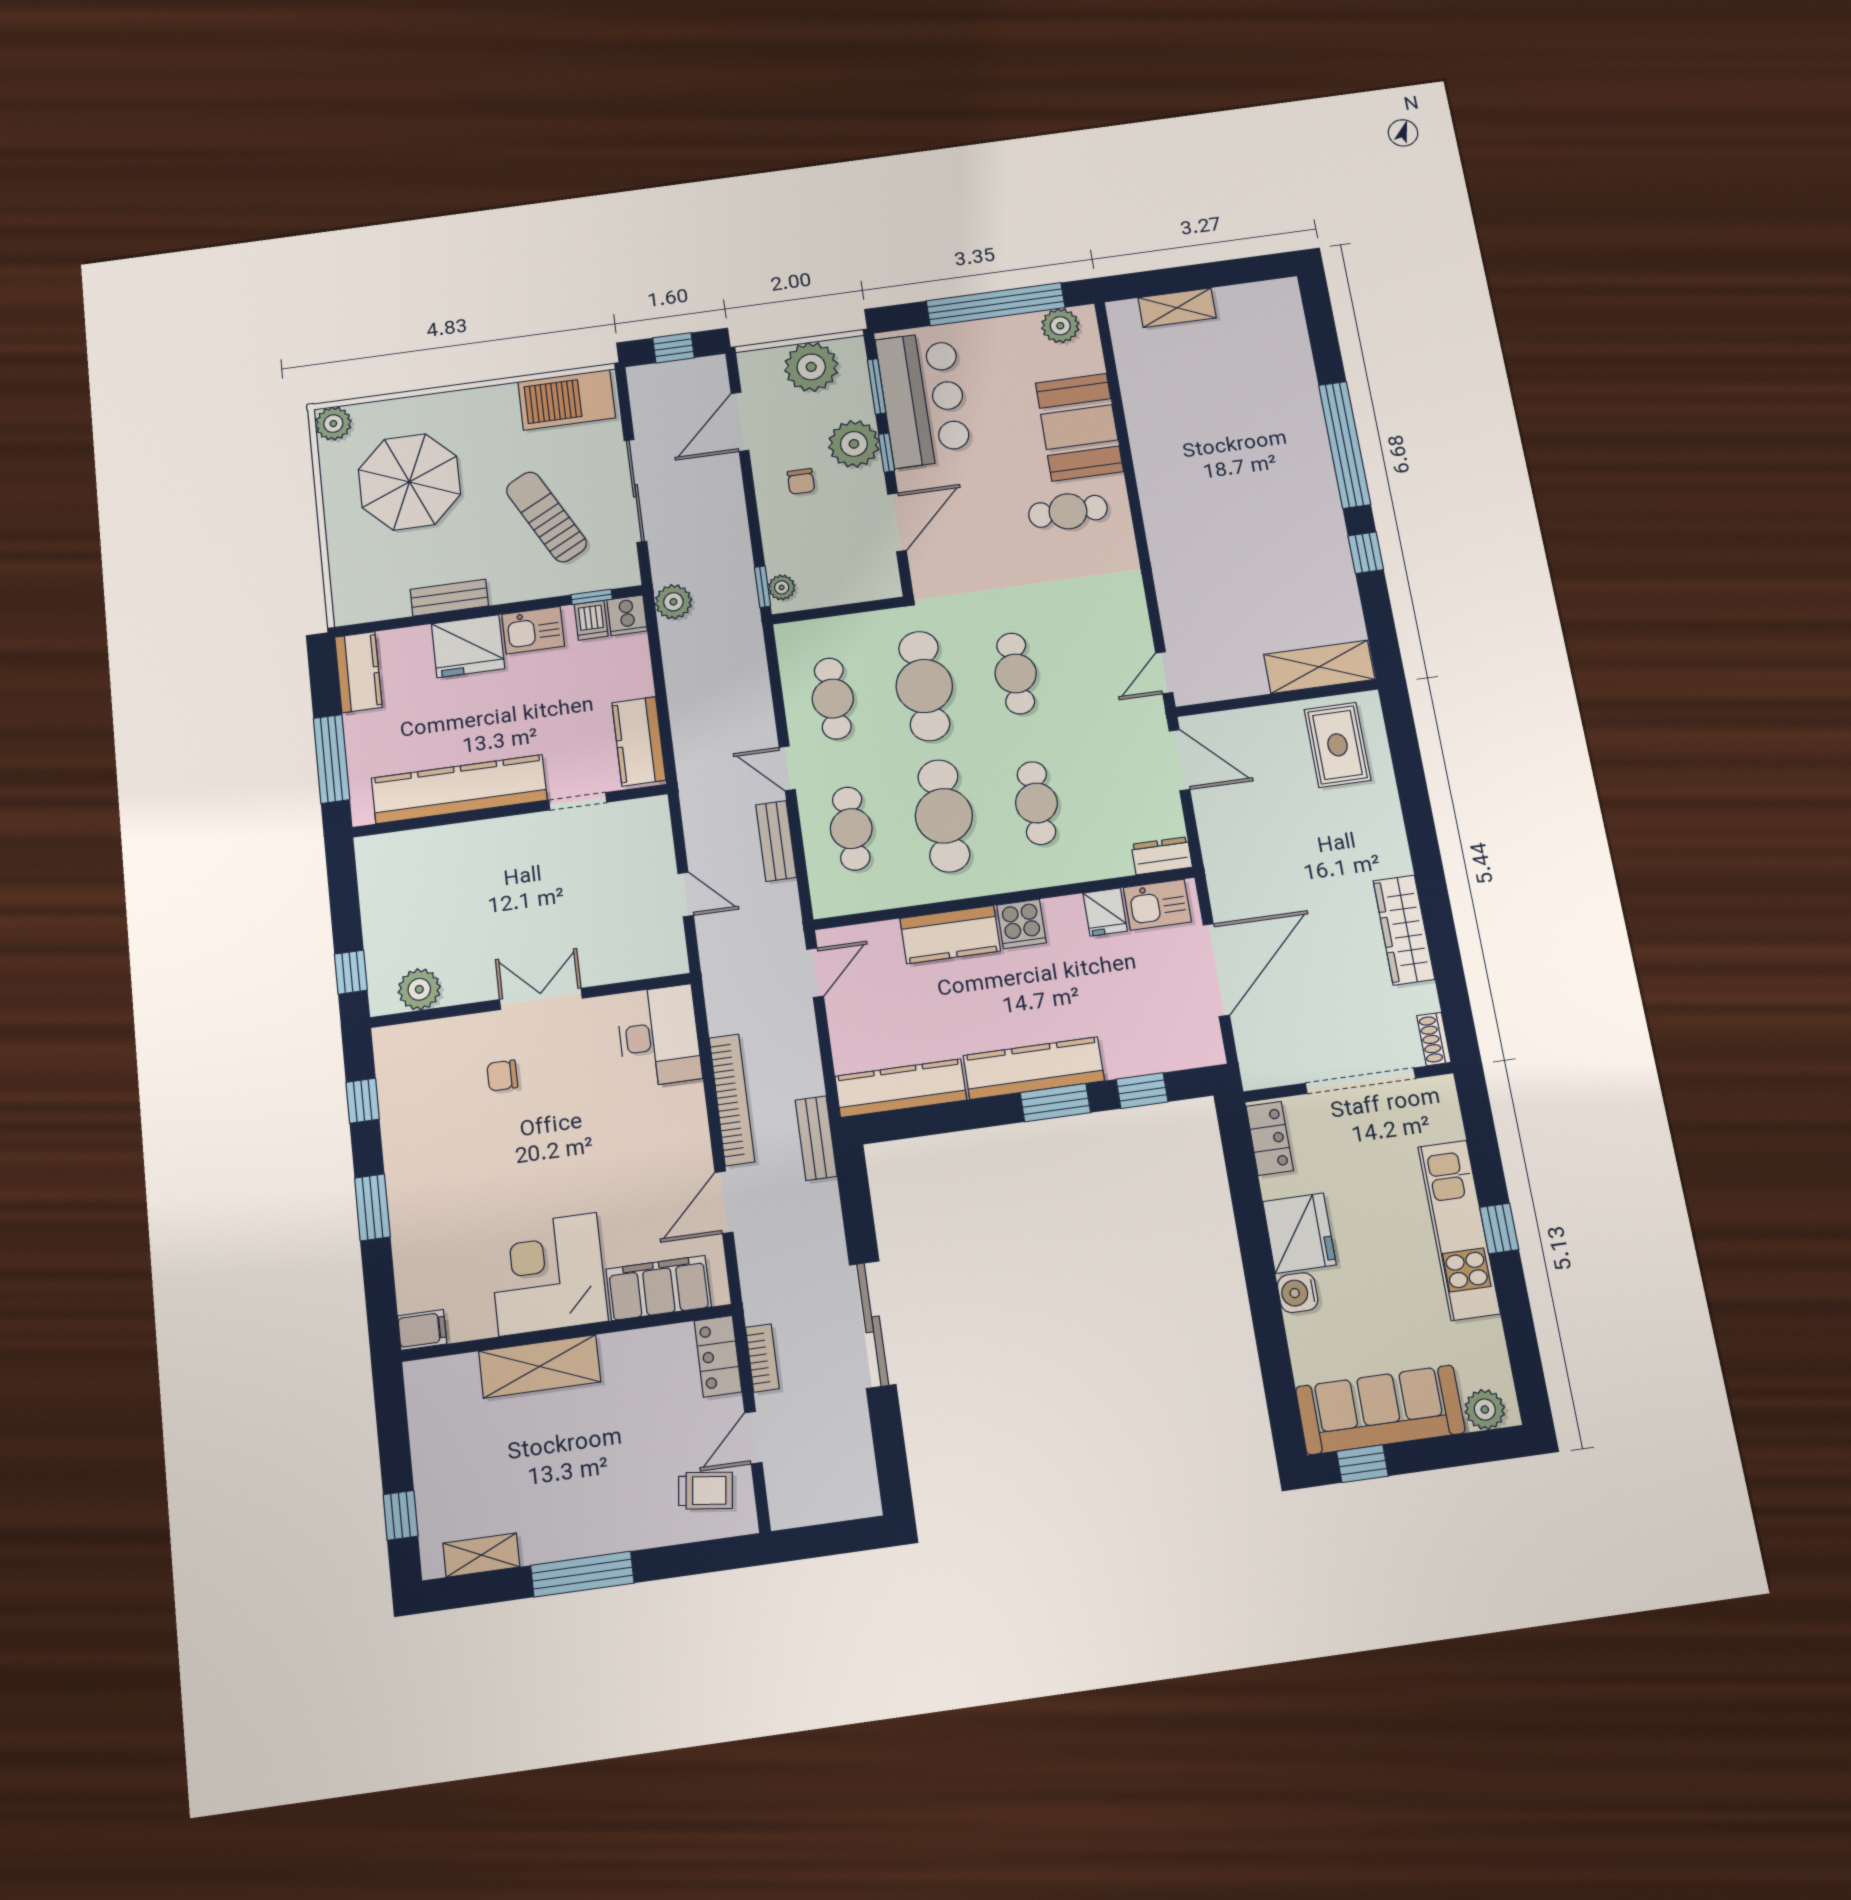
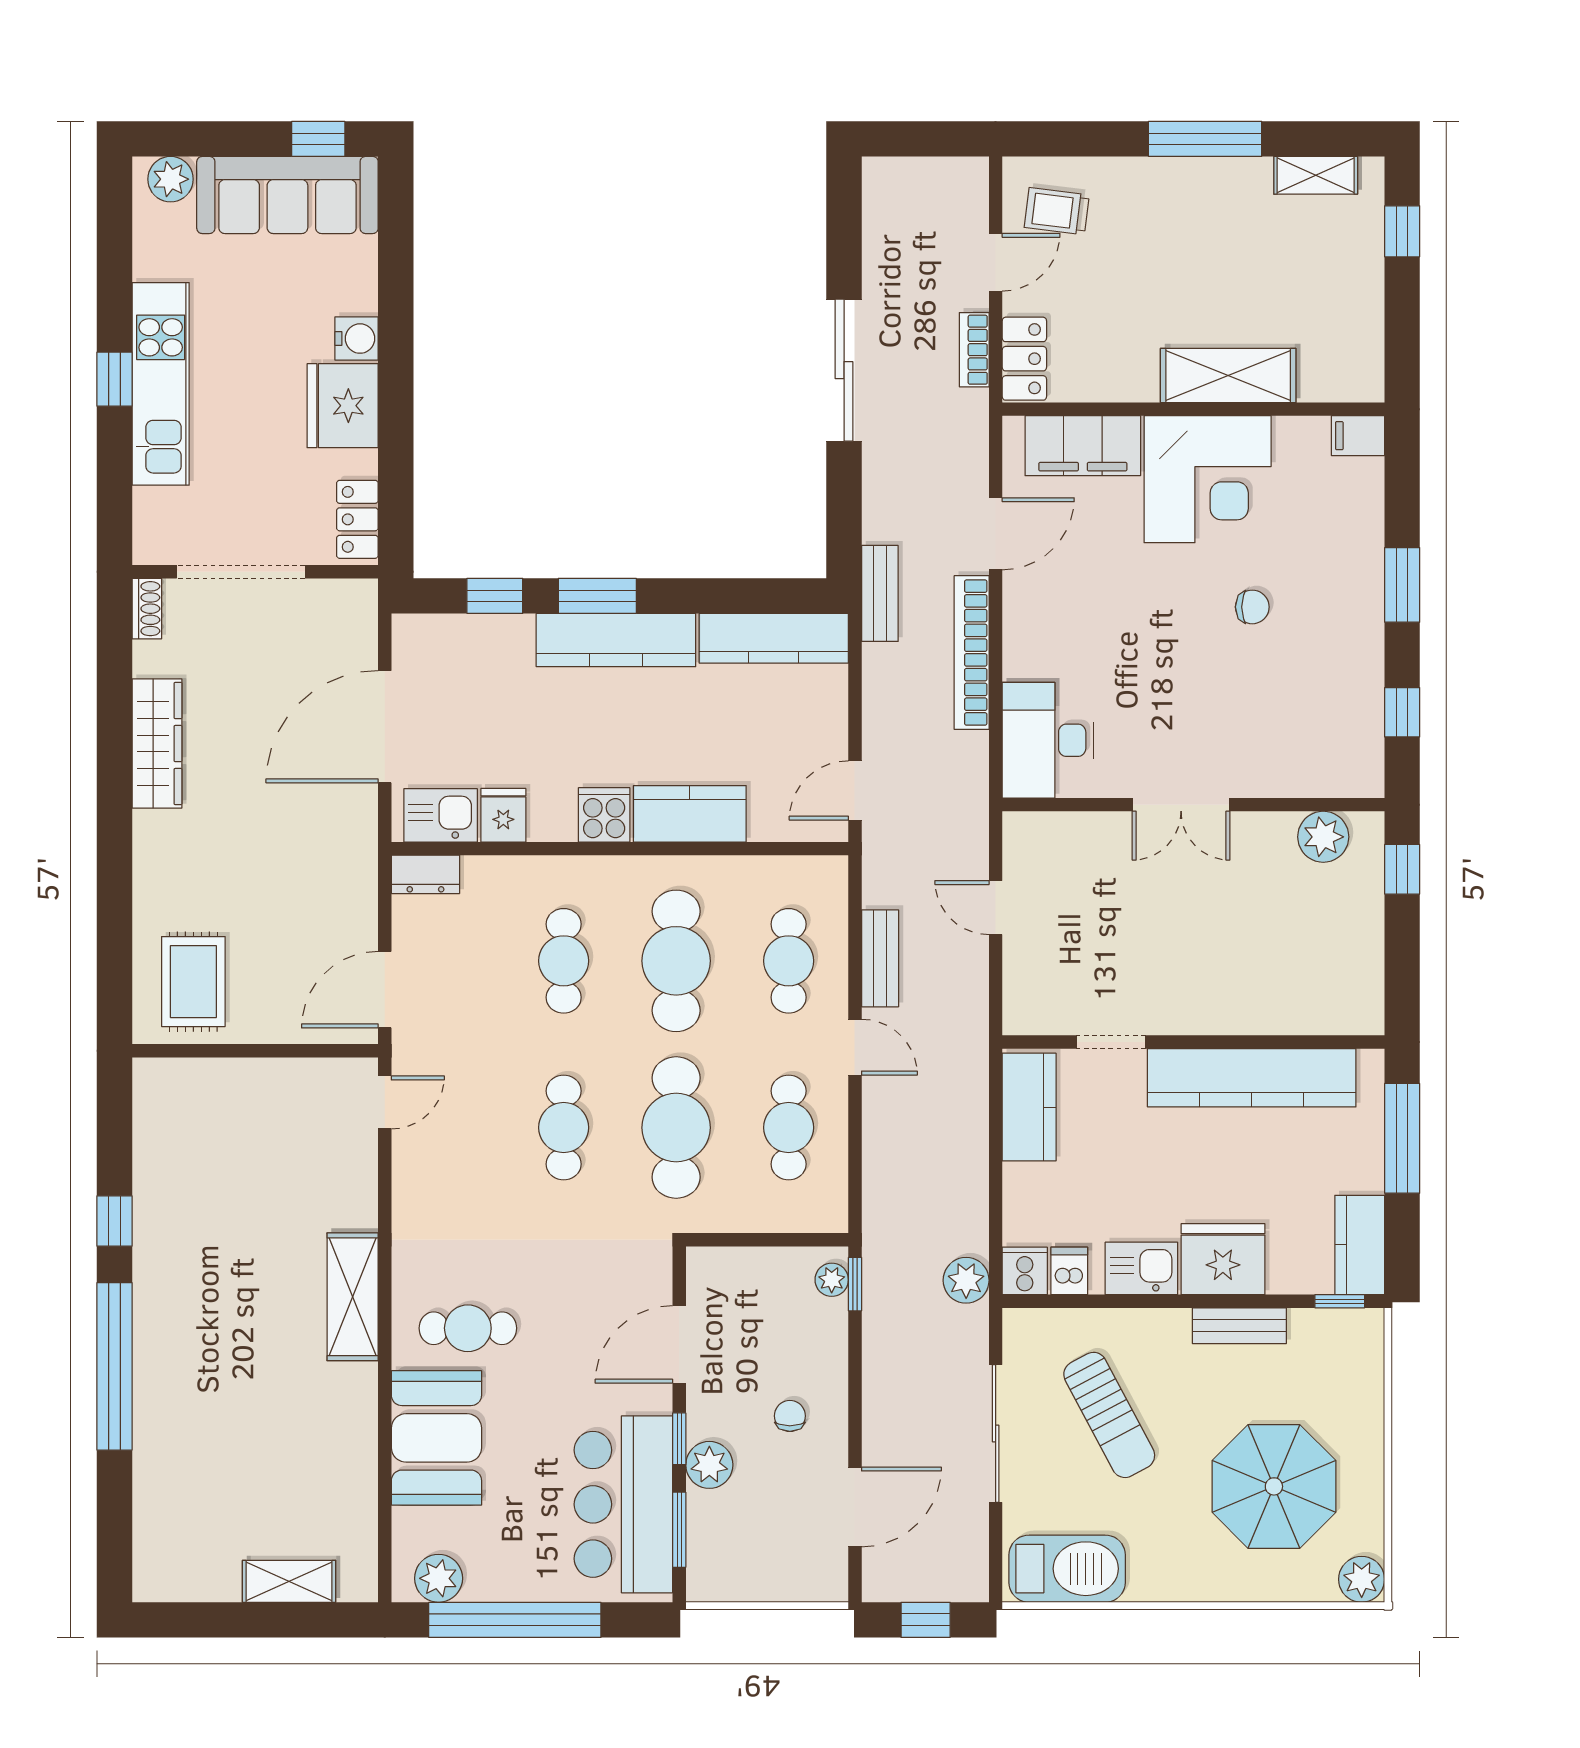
plant: (811, 367) -> (757, 1568), removed
plant: (854, 444) -> (709, 1465), width x0.73, depth x0.73
window: (592, 597) -> (1340, 1301), moved
shelving: (1319, 667) -> (353, 1297), moved, turned 90
door: (1180, 760) -> (385, 990), hinge flipped
chair: (502, 1076) -> (1252, 607), moved

